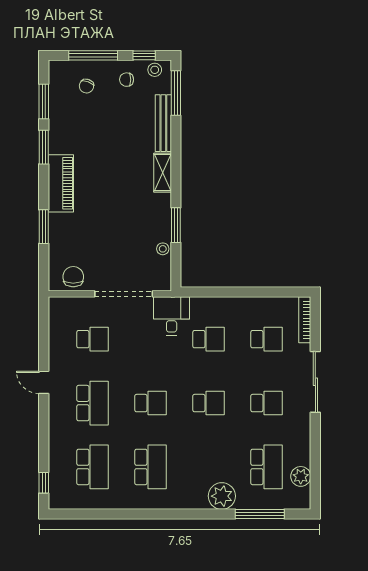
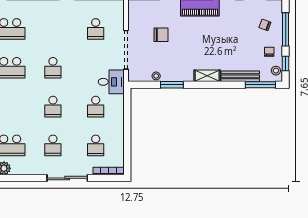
chair: (73, 277) -> (161, 35), moved
school desk: (93, 403) -> (53, 29), removed

